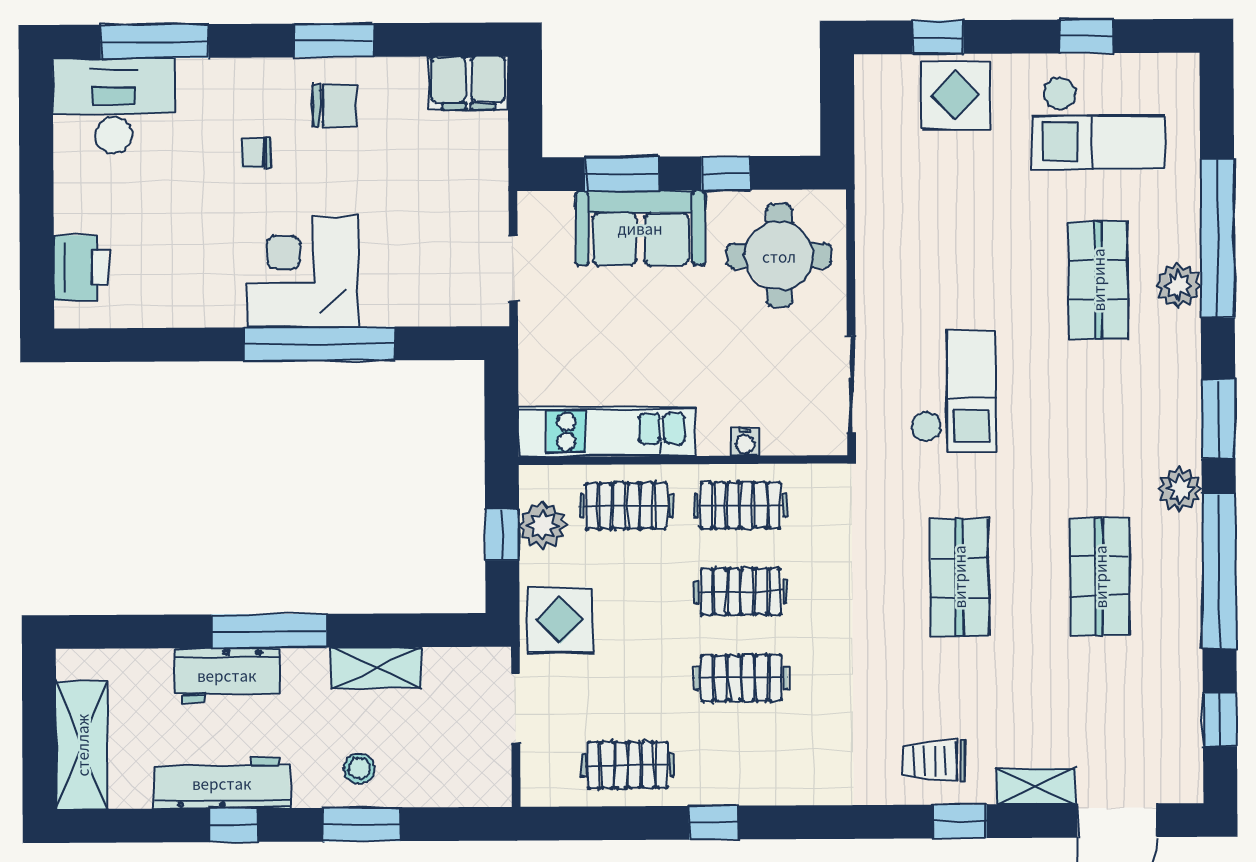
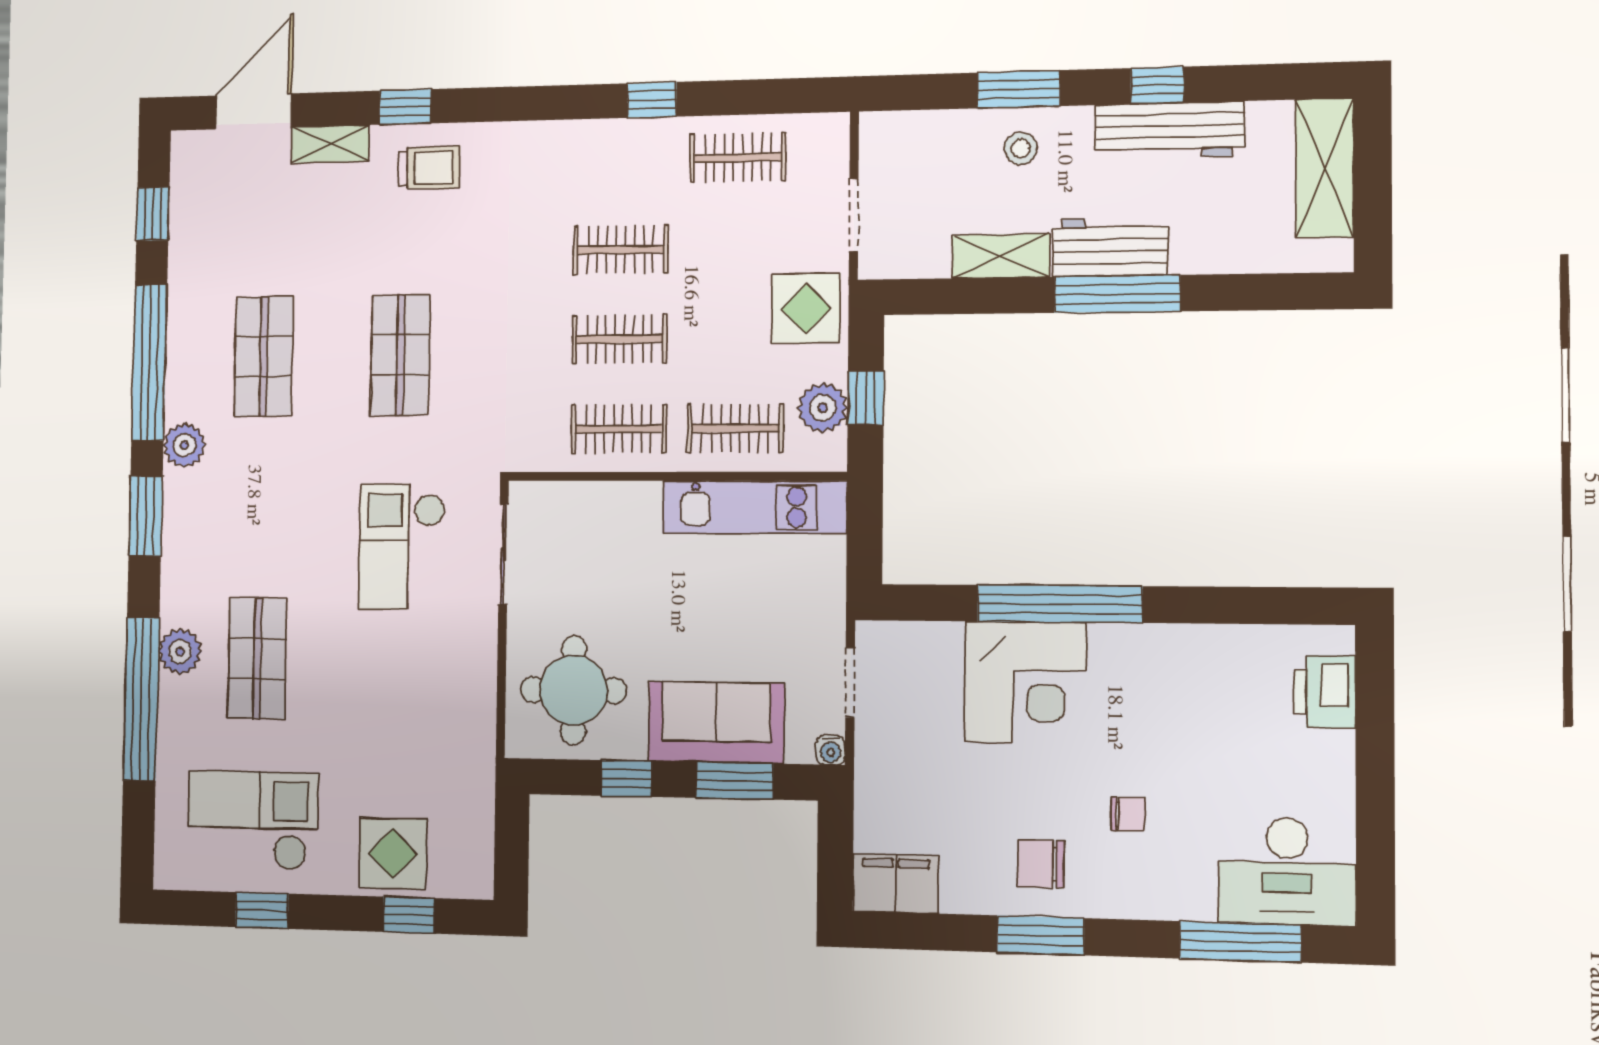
corner desk: (303, 272) -> (1025, 682), moved
water cooler: (745, 442) -> (831, 750), moved, turned 180
workbench: (227, 675) -> (1110, 247), moved

